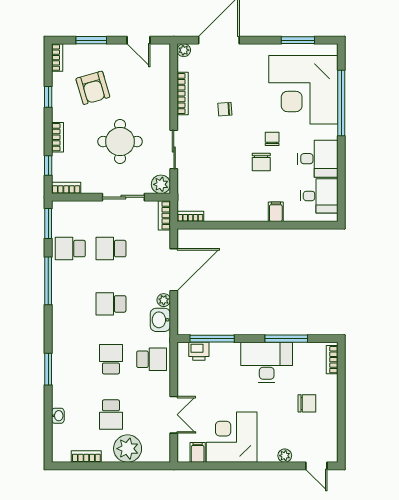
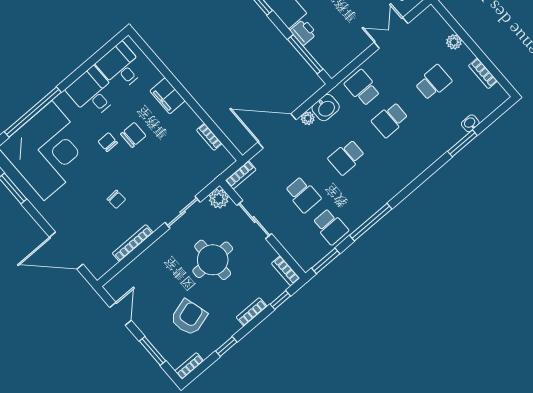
plant: (184, 50) -> (98, 271), removed
chair: (272, 139) -> (108, 142), turned 90
filing cabinet: (276, 212) -> (168, 96), width x2.00
bookcase: (190, 216) -> (209, 137), moved
school desk: (111, 304) -> (346, 157), turned 90
printer: (199, 351) -> (303, 32), moved
window: (48, 369) -> (462, 143), moved
plant: (128, 449) -> (454, 42), width x0.53, depth x0.53

